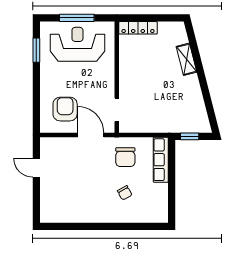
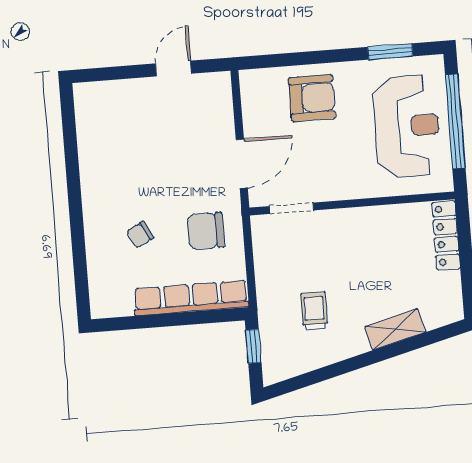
window: (77, 18) -> (455, 121), width x1.46
trolley: (173, 102) -> (314, 311), added
armchair: (65, 109) -> (312, 98), moved
row of seats: (161, 160) -> (191, 298), width x1.36

